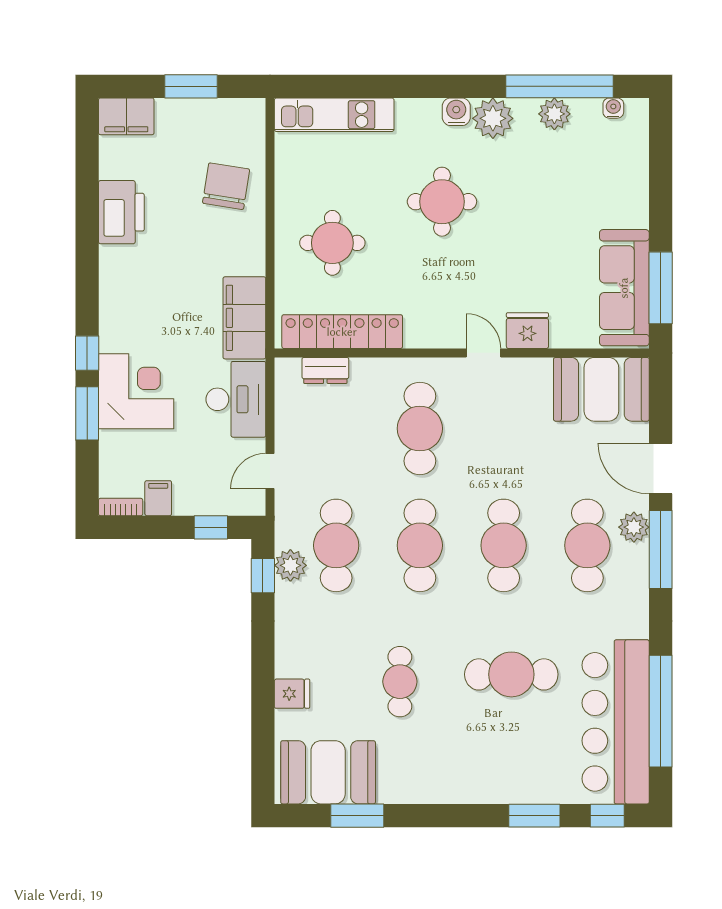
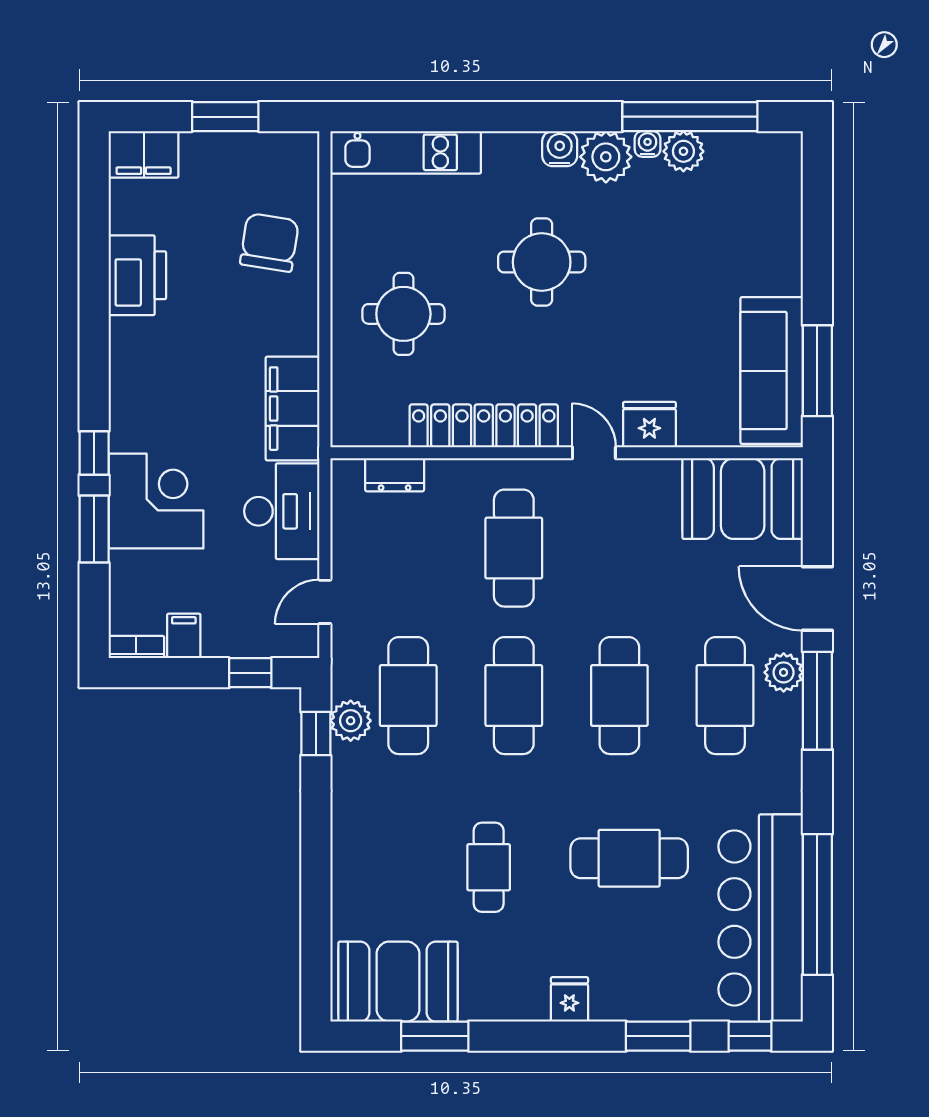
water cooler: (613, 108) -> (648, 144), moved
locker: (342, 332) -> (484, 426), moved
fridge: (292, 694) -> (569, 999), moved, turned -90

